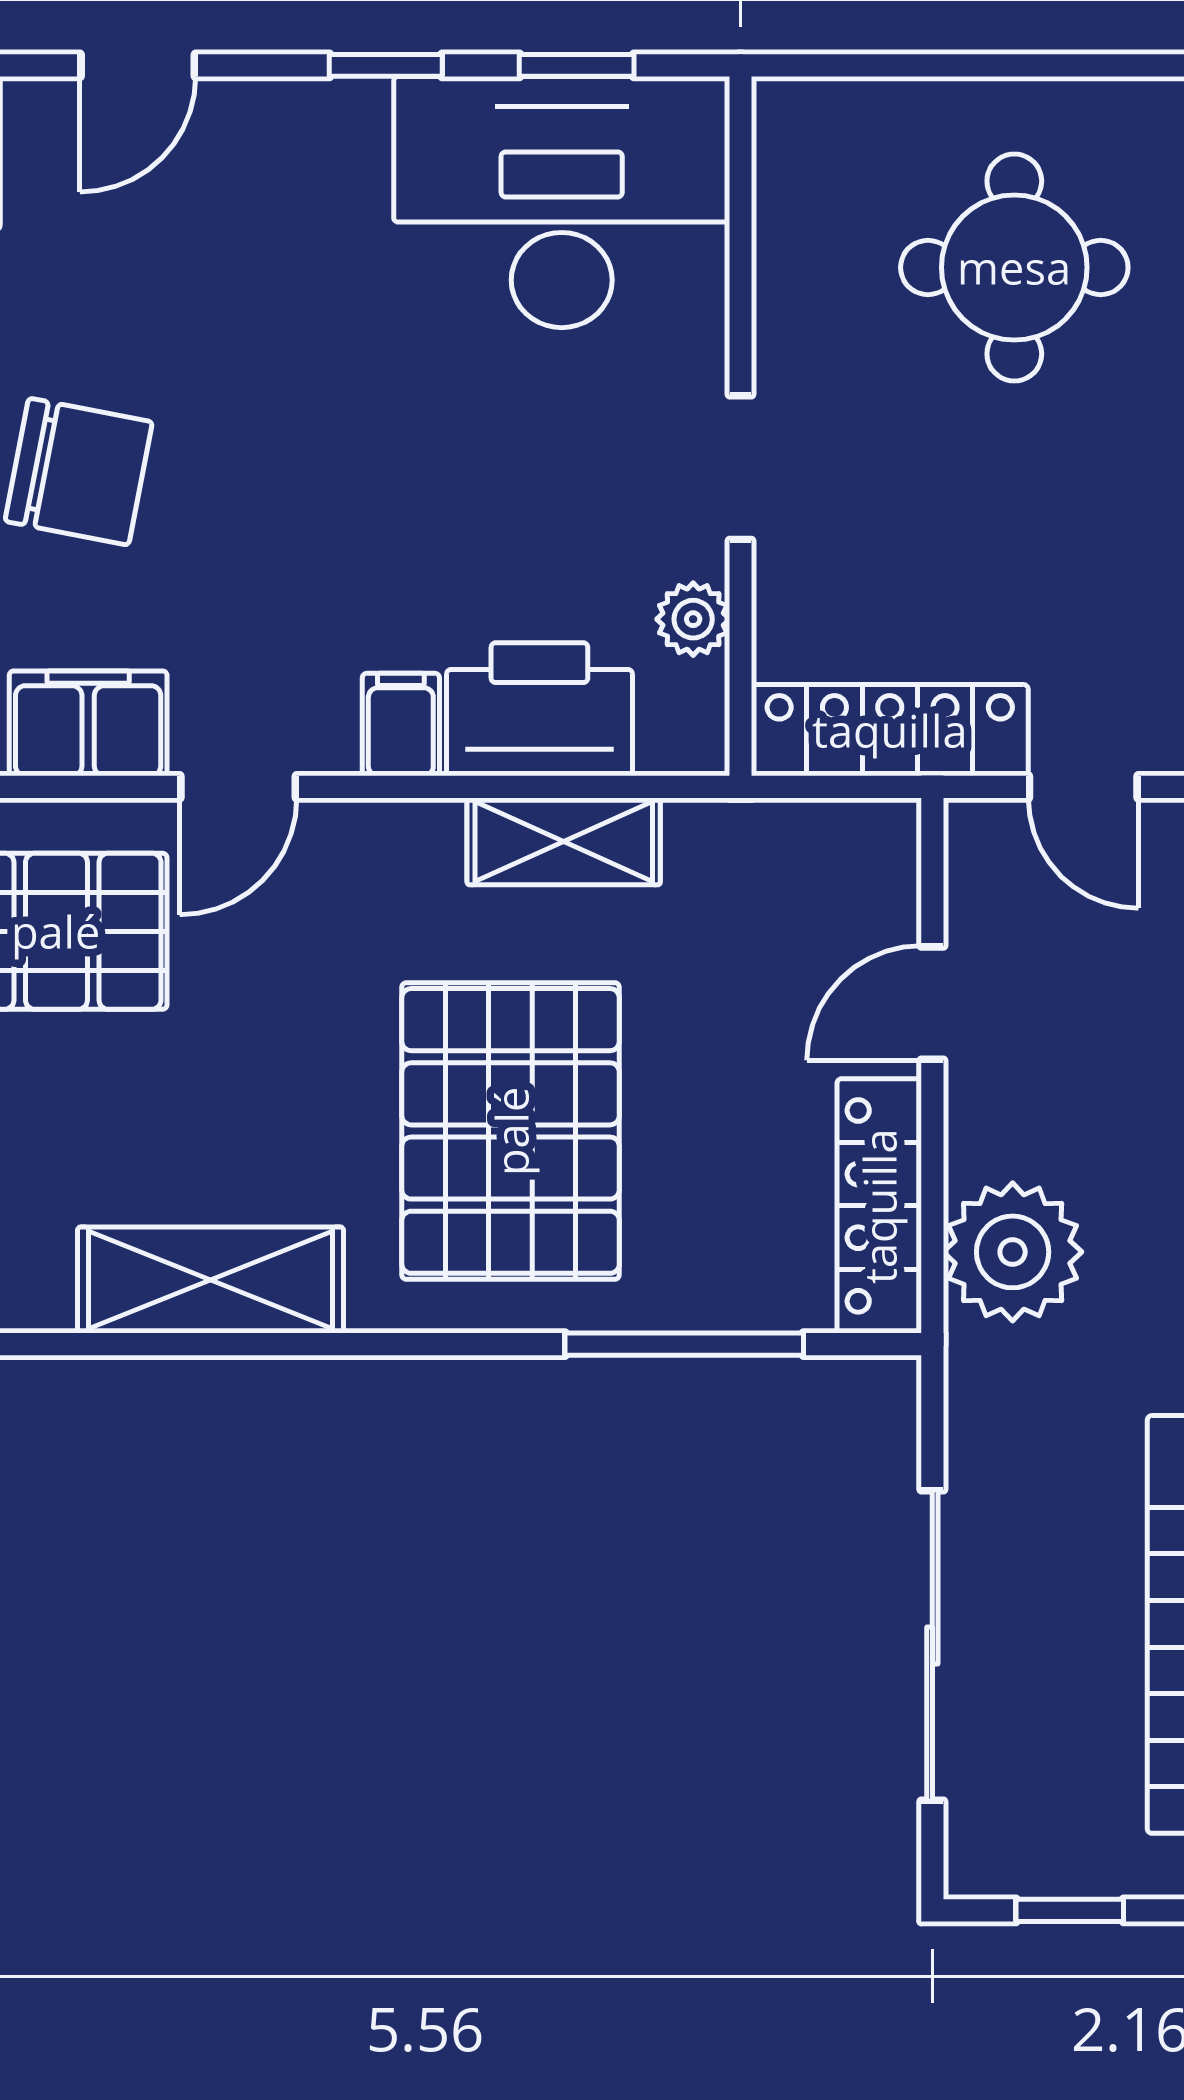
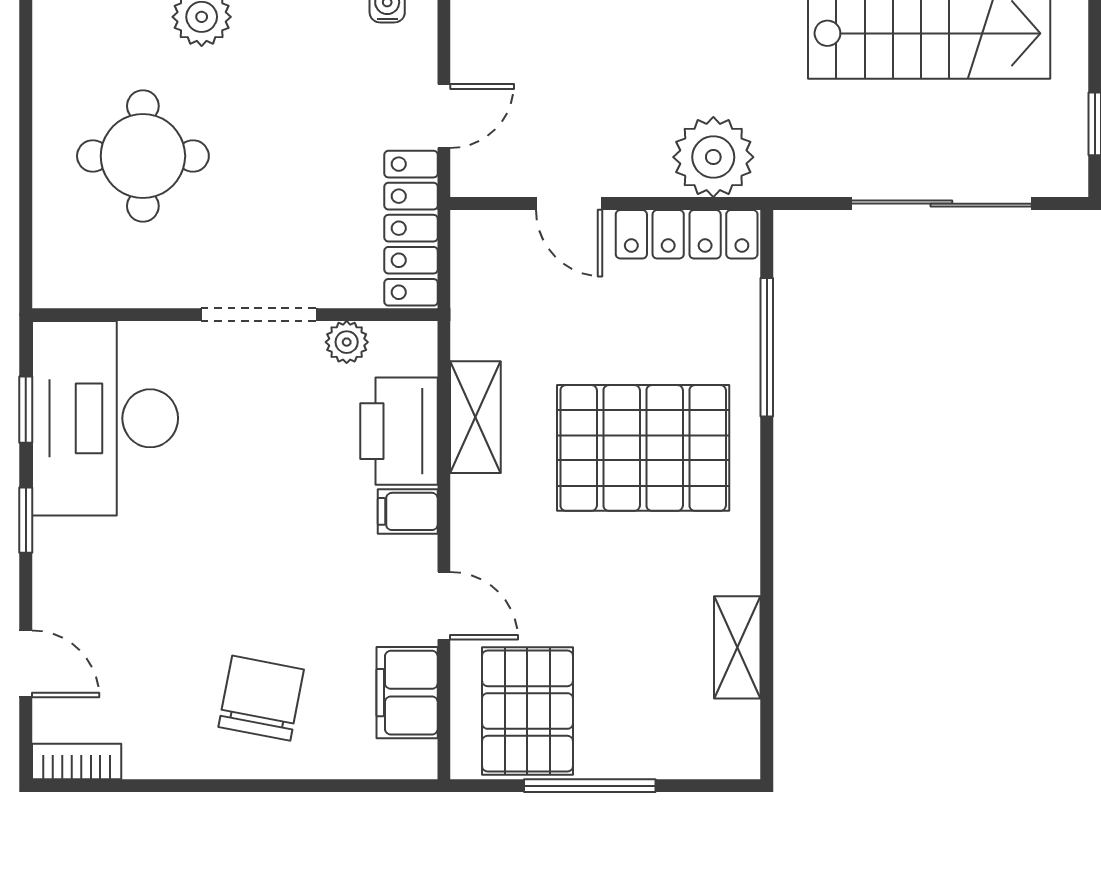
doorway: (741, 468) -> (259, 315), width x1.38
shelving: (210, 1280) -> (737, 647), width x0.67, depth x0.75

